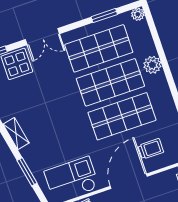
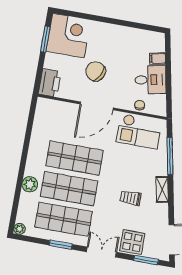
window: (104, 16) -> (61, 245), moved
trolley: (151, 149) -> (130, 198), moved
window: (27, 172) -> (170, 156), width x1.44

